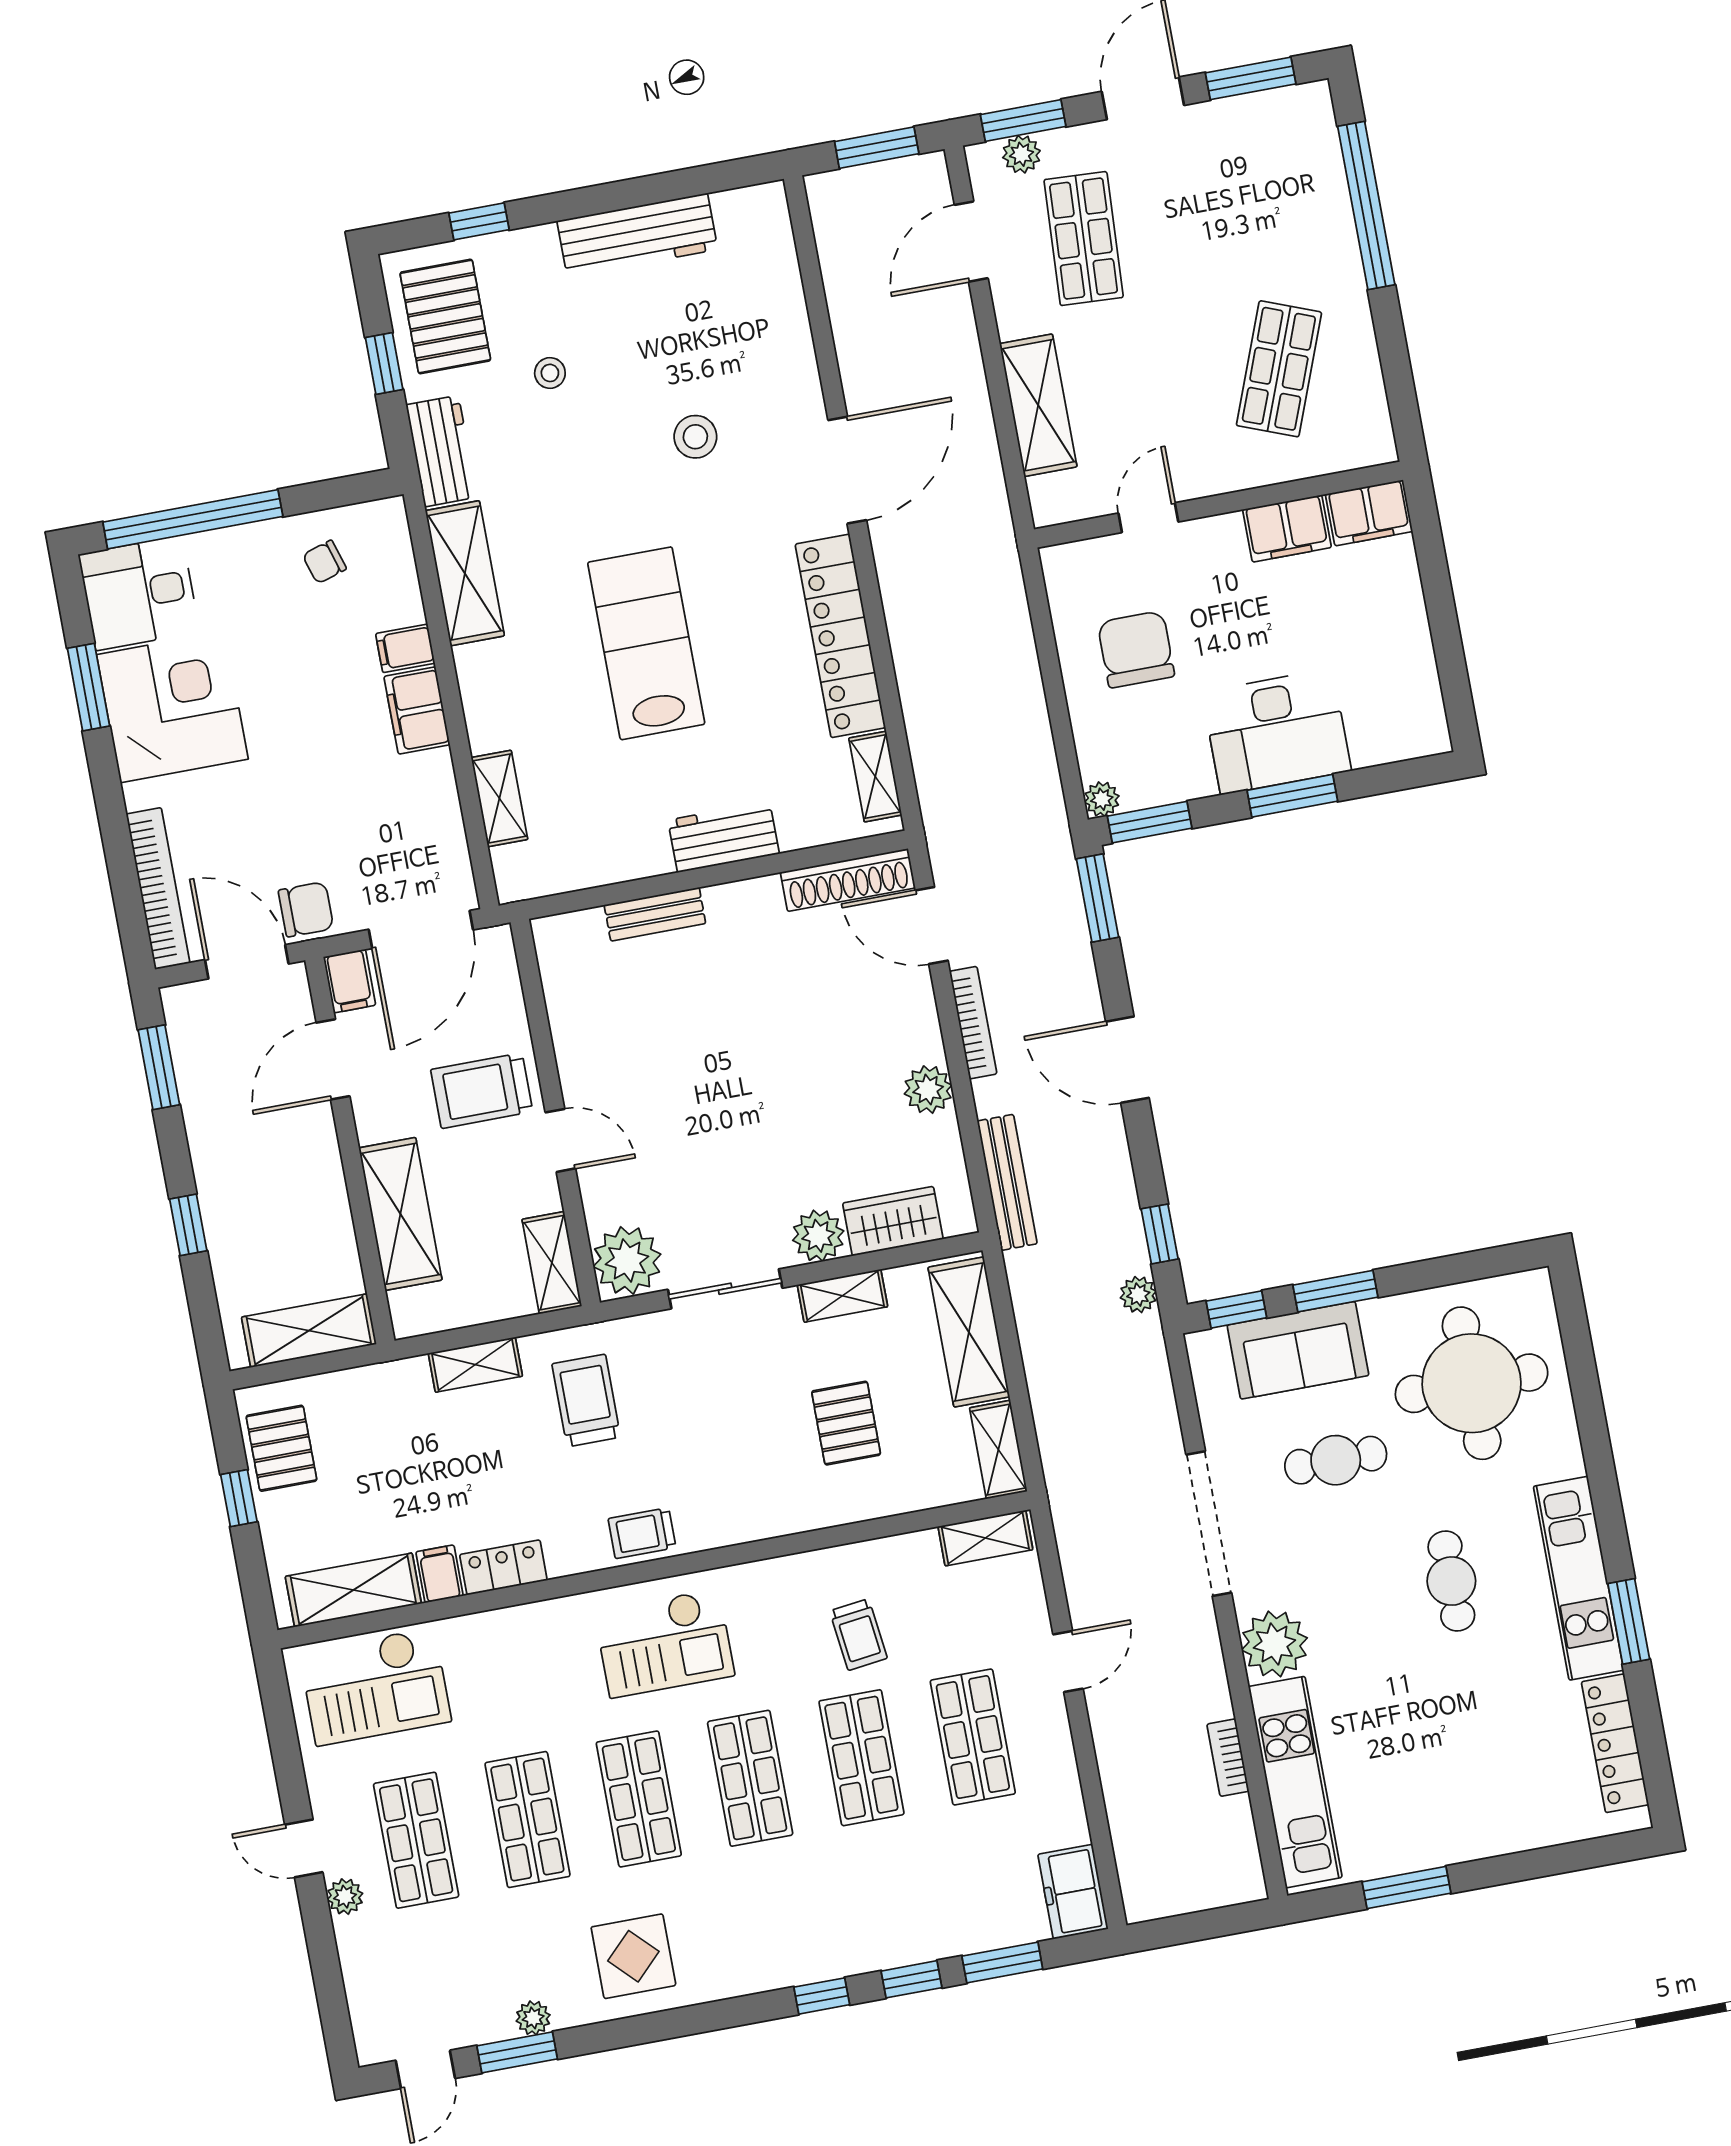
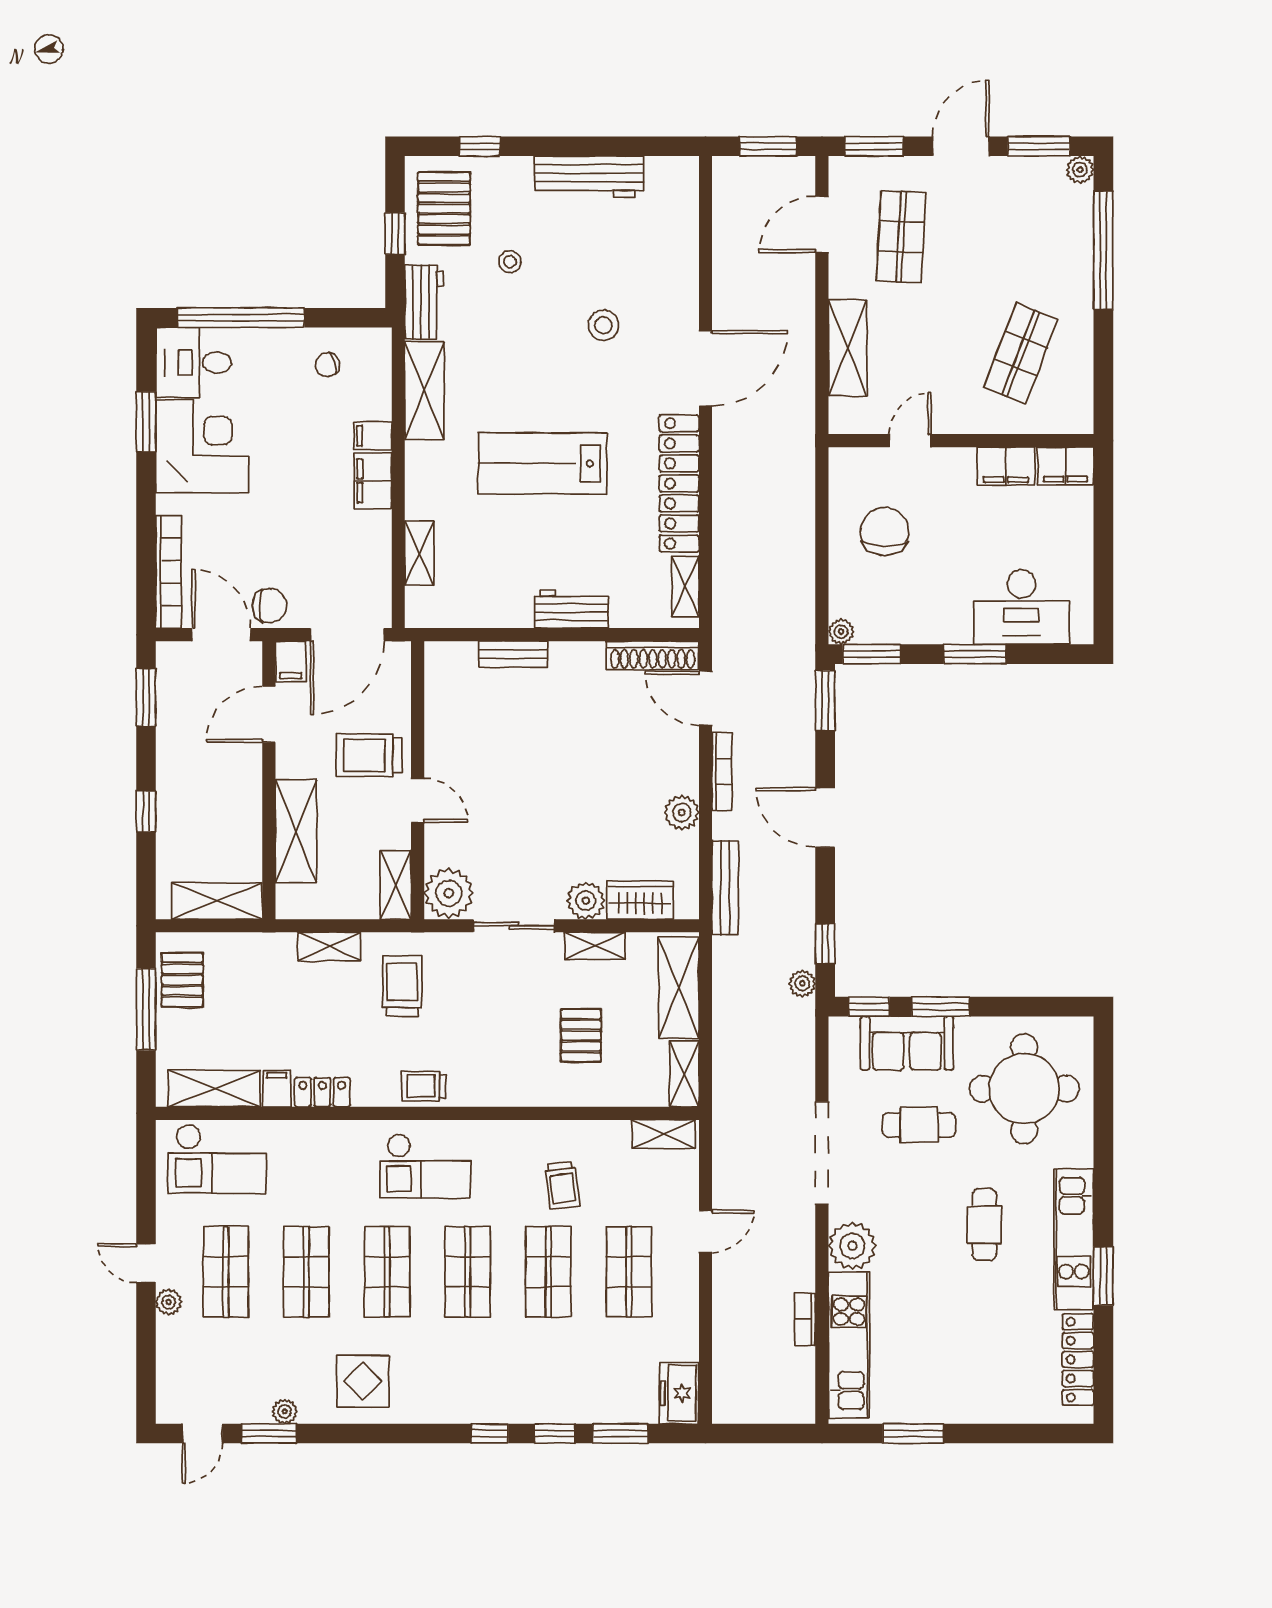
plant: (1021, 154) -> (1080, 170), moved
lab bench: (646, 643) -> (542, 463), turned -90
desk: (1277, 731) -> (1022, 607), moved
window: (239, 1498) -> (146, 1009), width x2.17

